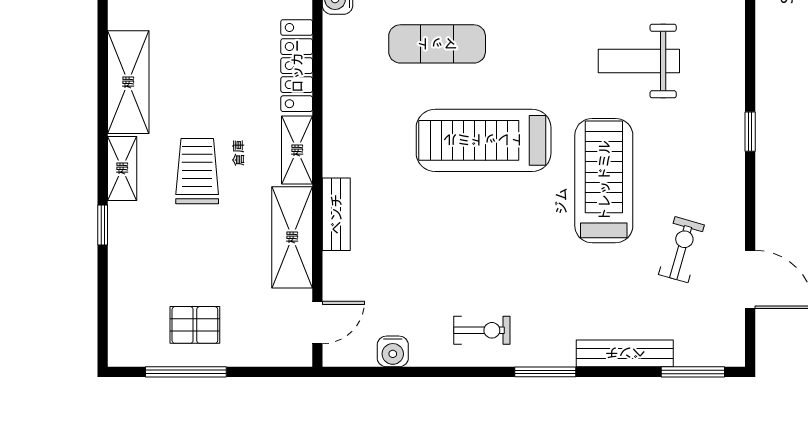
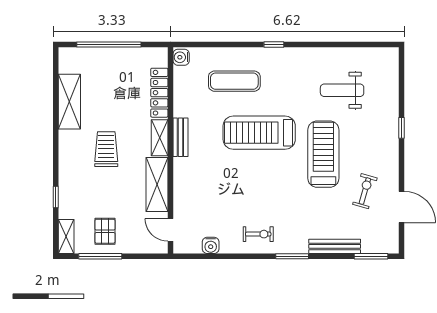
shelving: (122, 168) -> (66, 236), moved
bench: (336, 214) -> (180, 137), moved
window: (103, 225) -> (56, 197), moved
door: (317, 322) -> (170, 230), swing flipped
pallet: (195, 325) -> (105, 231), turned 90

